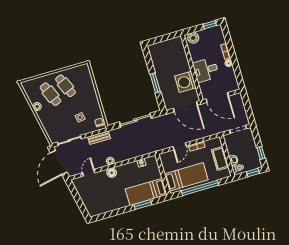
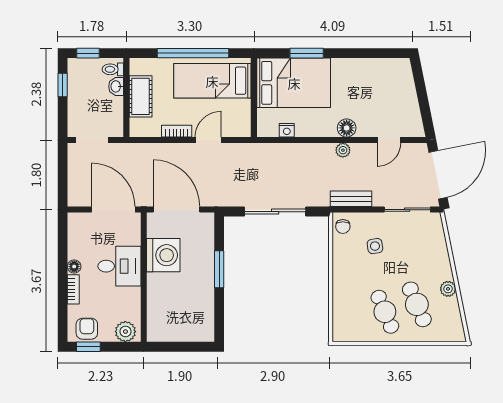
armchair: (213, 34) -> (87, 329), added
bed: (146, 192) -> (294, 83), width x1.50

